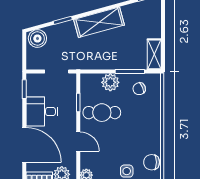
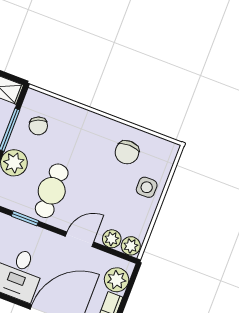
plant: (86, 162) -> (112, 239), added
chair: (152, 162) -> (127, 152), moved

